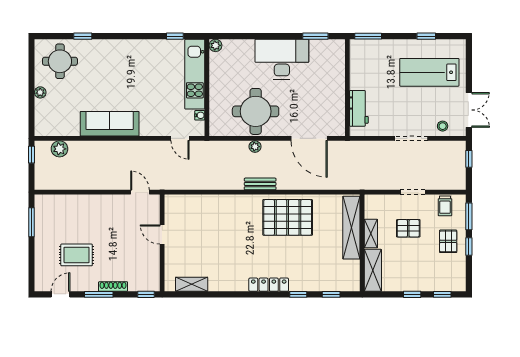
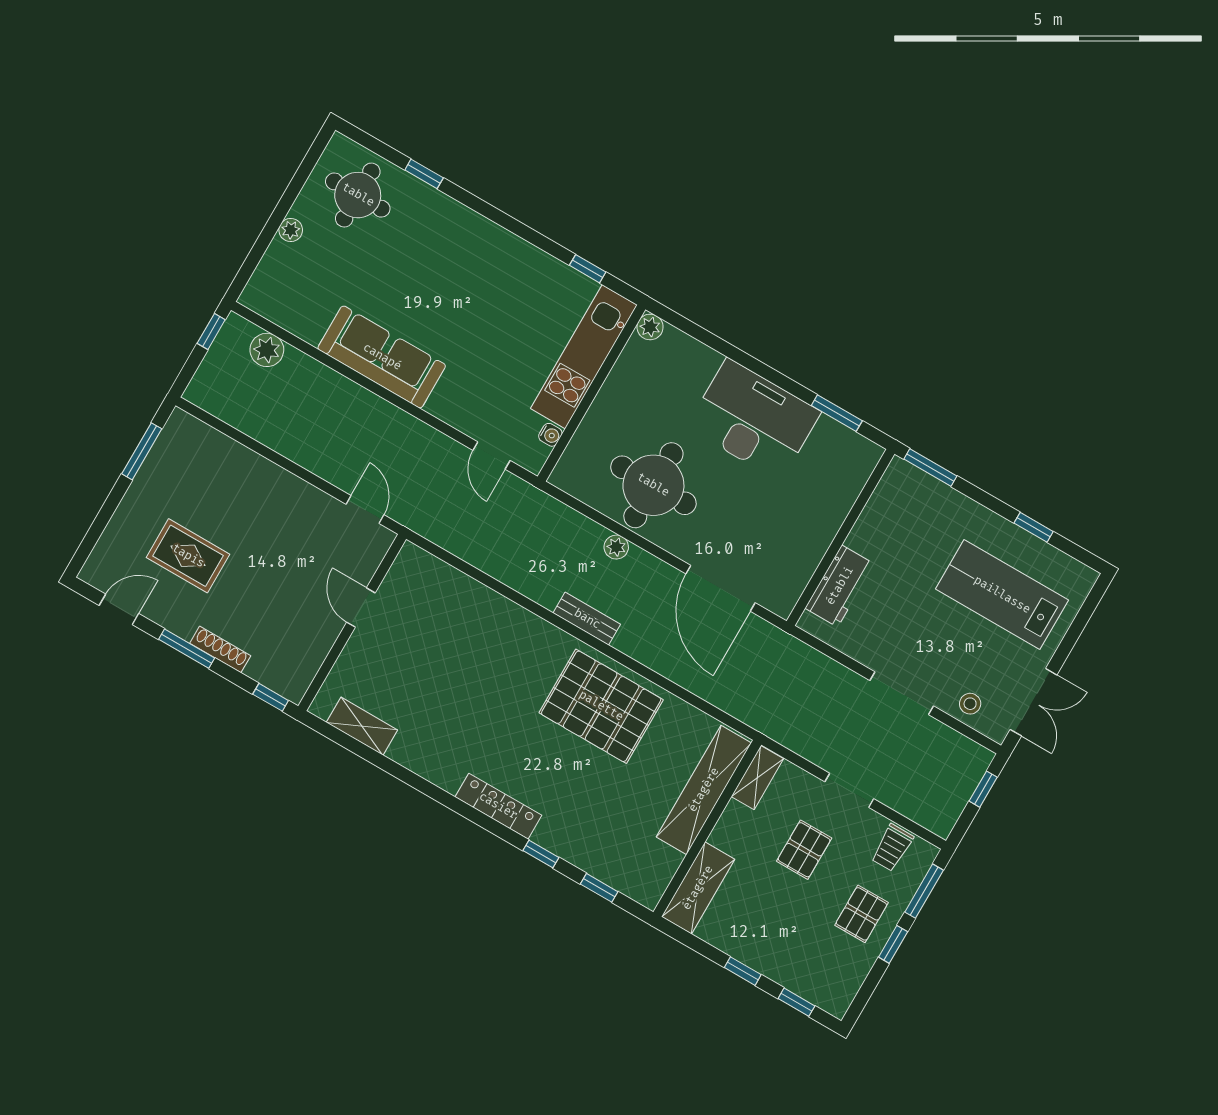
pallet: (408, 228) -> (804, 850), turned 90
shelving: (371, 234) -> (757, 778), moved

